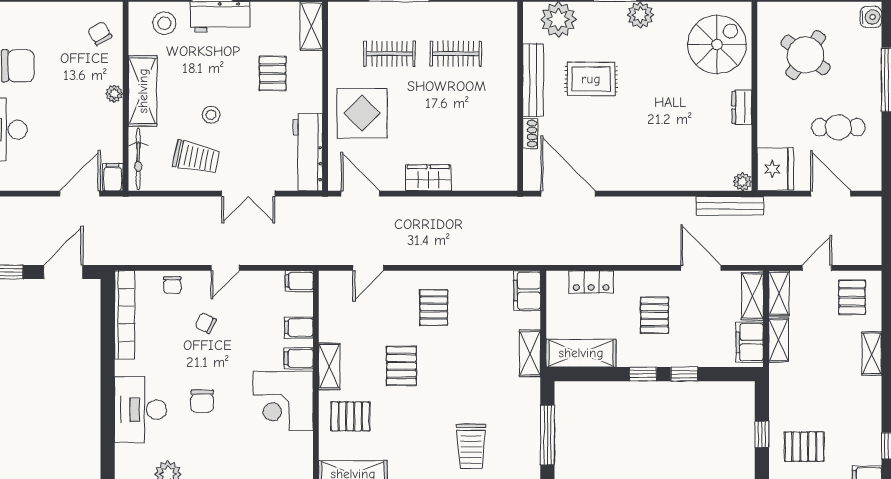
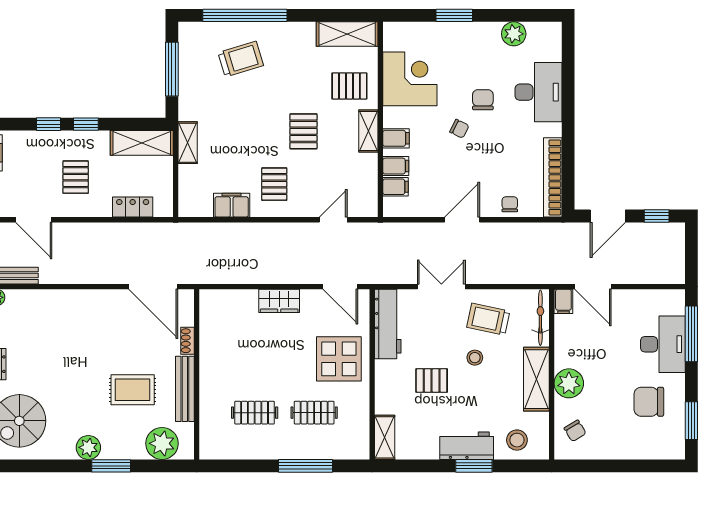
pallet: (273, 73) -> (432, 380), moved, turned 90
plant: (114, 94) -> (569, 383), width x1.87, depth x1.87
door: (80, 194) -> (593, 287), hinge flipped
door: (225, 268) -> (462, 220), width x1.37
filing cabinet: (299, 281) -> (396, 187), moved
filing cabinet: (527, 291) -> (232, 205), moved, turned -90
chair: (206, 323) -> (459, 129), moved
corner desk: (283, 401) -> (410, 79), moved
trolley: (471, 446) -> (241, 59), turned 73

